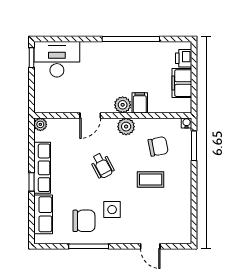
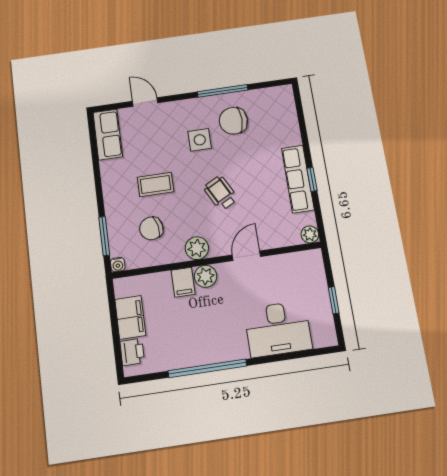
window: (31, 58) -> (334, 300), moved
desk: (57, 59) -> (278, 329), moved
window: (31, 182) -> (312, 179), moved
row of seats: (43, 214) -> (108, 135), moved, turned 180

